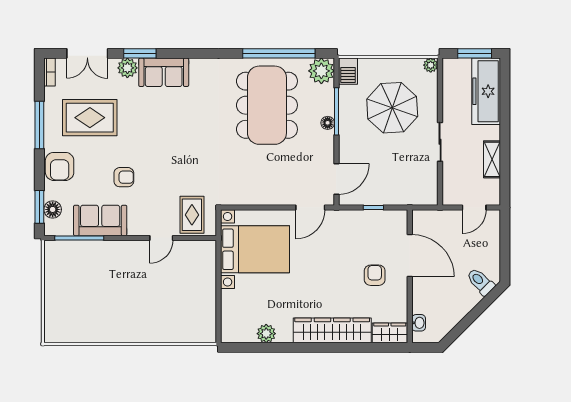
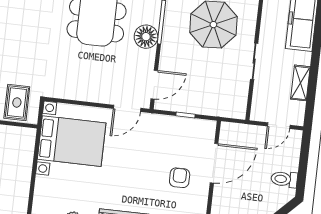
floor lamp: (328, 123) -> (146, 37), width x1.89, depth x1.89
door: (410, 256) -> (214, 163), hinge flipped
toilet: (481, 282) -> (284, 179), moved, turned -45

